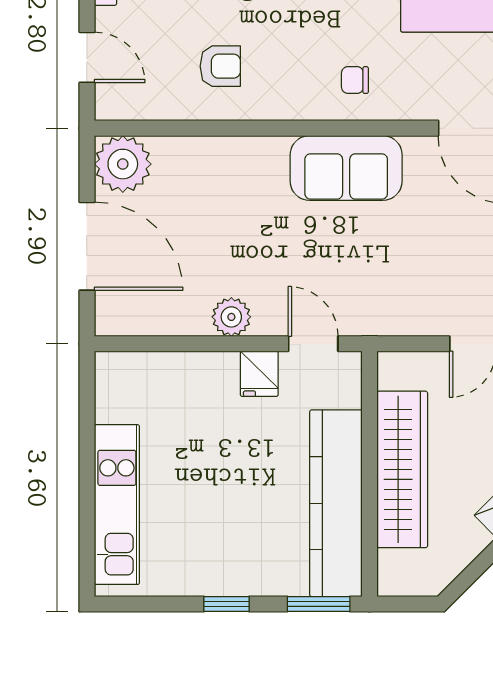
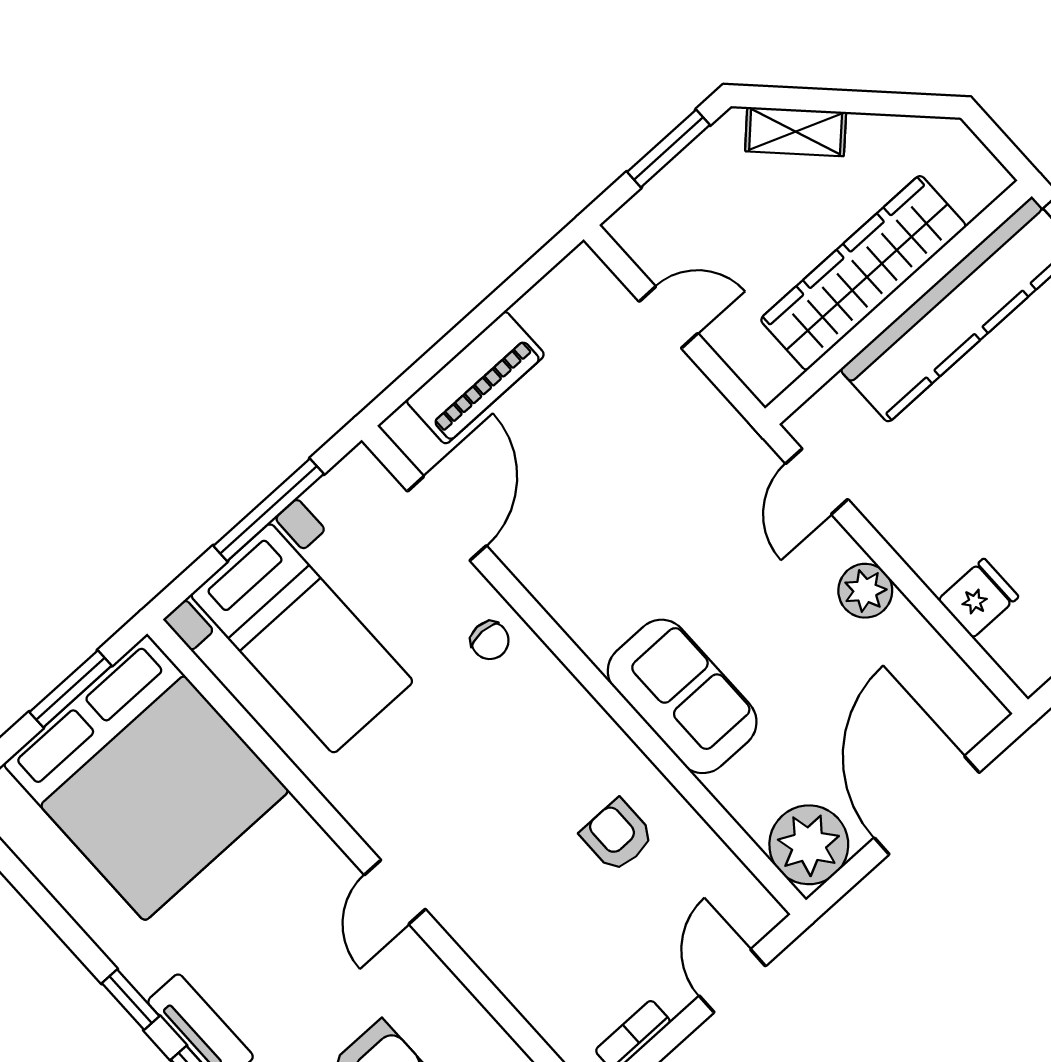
chair: (355, 80) -> (490, 640), moved
sofa: (346, 168) -> (682, 696), moved
fridge: (259, 374) -> (978, 598), moved

